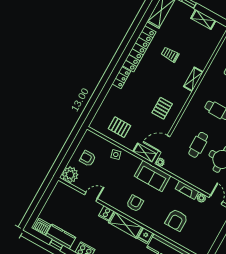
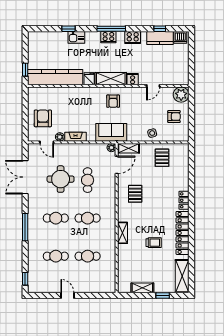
pallet: (120, 127) -> (162, 158), turned 90
armchair: (176, 220) -> (43, 118), moved

